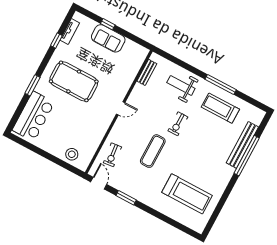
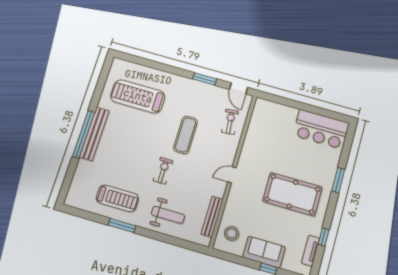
bench: (147, 72) -> (212, 217), width x1.36
window: (221, 85) -> (122, 225), width x0.69
bar counter: (33, 116) -> (321, 129), moved, turned -90
bench: (242, 145) -> (94, 134), moved
stool: (72, 154) -> (232, 233), moved
window: (247, 156) -> (83, 134), moved

